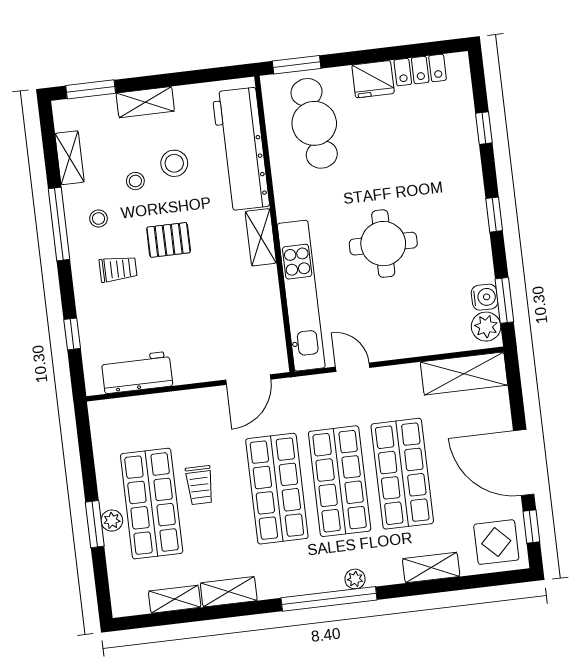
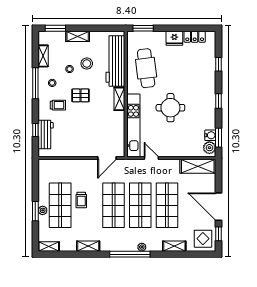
cafe table: (314, 123) -> (146, 68), moved
workbench: (137, 373) -> (46, 135), moved, turned 90
shelving: (175, 599) -> (49, 247), moved

